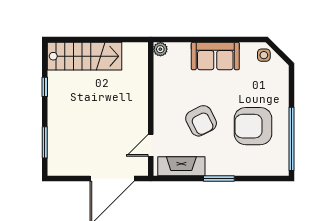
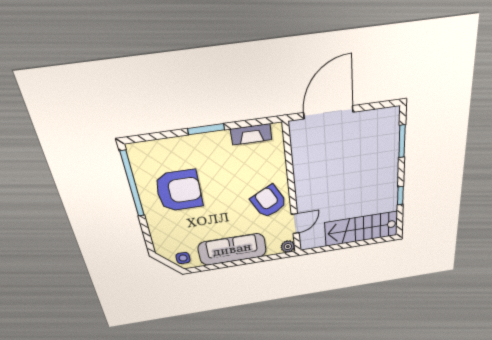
sofa: (215, 56) -> (232, 249), width x1.36
armchair: (201, 121) -> (269, 202), moved
door: (151, 145) -> (295, 223), moved
fireplace: (181, 166) -> (251, 134), width x0.73, depth x0.76

